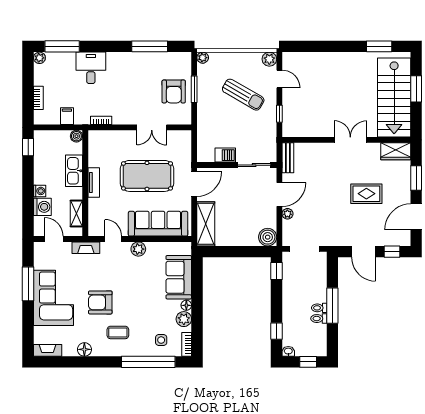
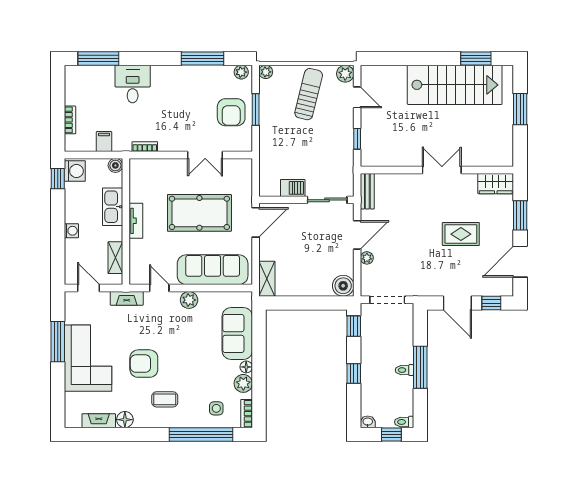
plant: (39, 58) -> (241, 72), moved
sun lounger: (243, 95) -> (309, 94), moved, turned -106
stairs: (394, 97) -> (455, 85), moved, turned -90
washing machine: (42, 207) -> (75, 171), moved
shelving: (206, 224) -> (267, 279), width x0.67, depth x0.75
toilet: (319, 319) -> (404, 422), moved
window: (277, 331) -> (354, 373), moved
fireplace: (48, 350) -> (99, 421), moved

